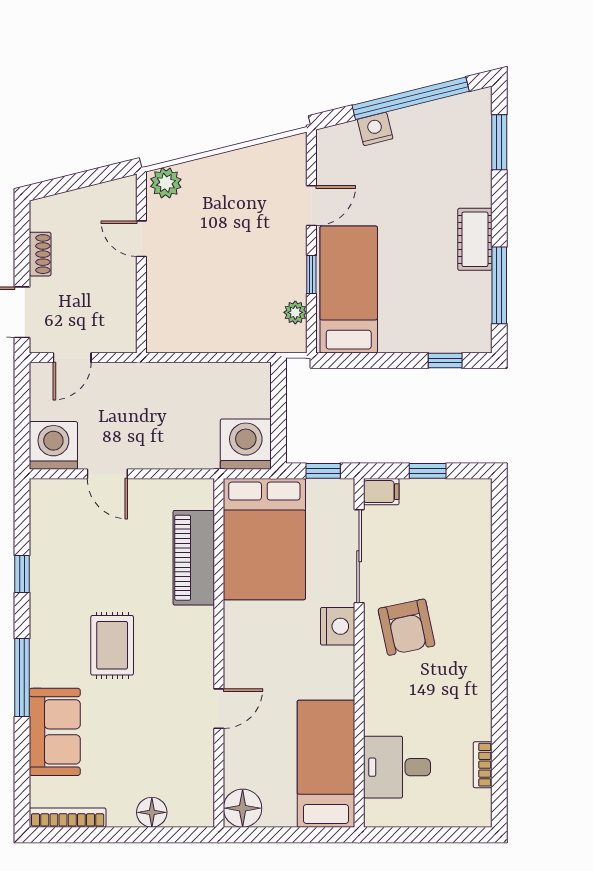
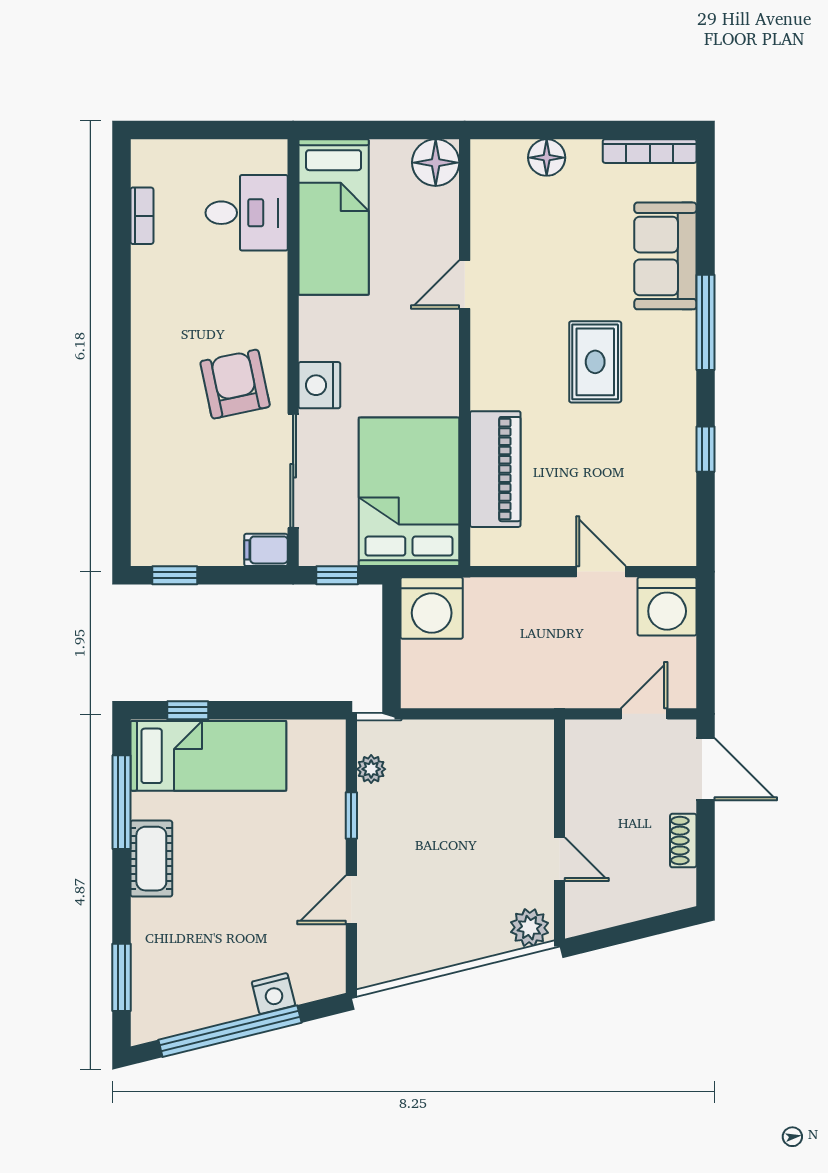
bed: (349, 290) -> (208, 756), moved, turned -90
window: (428, 471) -> (175, 575), moved

